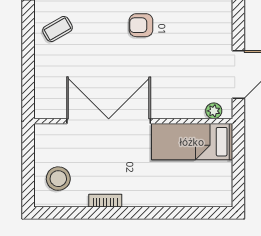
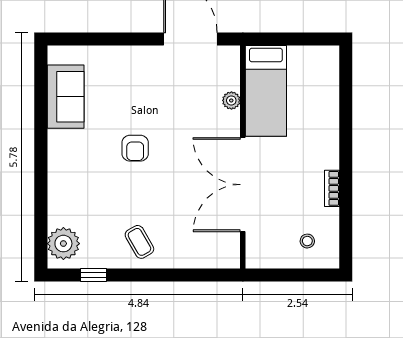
plant: (214, 111) -> (231, 100), moved
stool: (58, 179) -> (307, 241), width x0.53, depth x0.53

